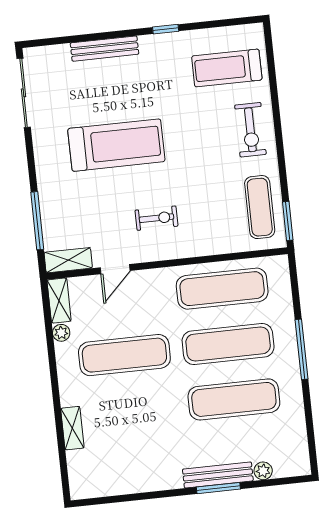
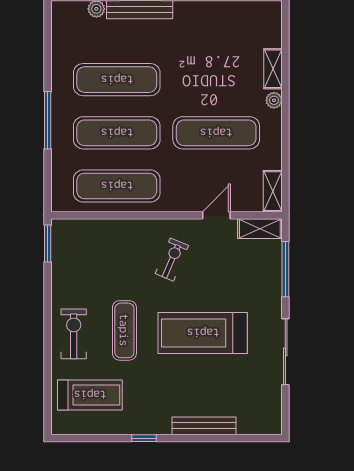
sliding door: (24, 93) -> (285, 352), moved
exercise mat: (260, 207) -> (124, 330), moved
exercise bike: (157, 218) -> (172, 260), turned 113
plant: (61, 333) -> (274, 100), moved

